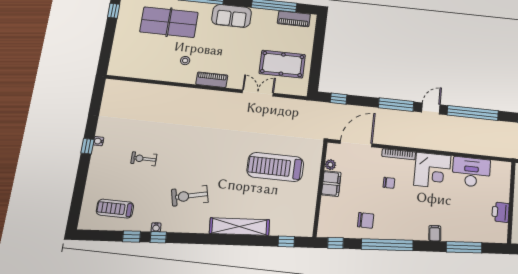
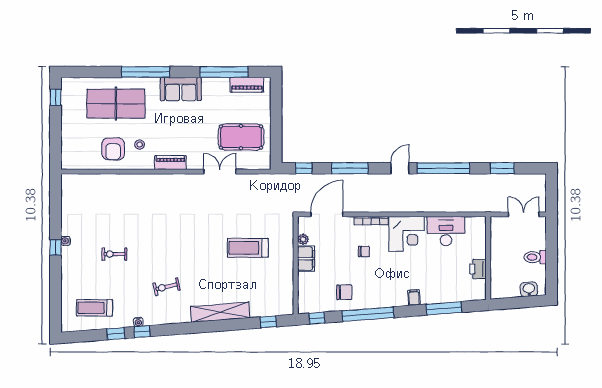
armchair: (159, 62) -> (113, 149), added
window: (396, 105) -> (350, 168), moved
treadmill: (275, 167) -> (248, 248), width x0.73, depth x0.73
exercise bike: (190, 196) -> (167, 287), width x0.73, depth x0.72

